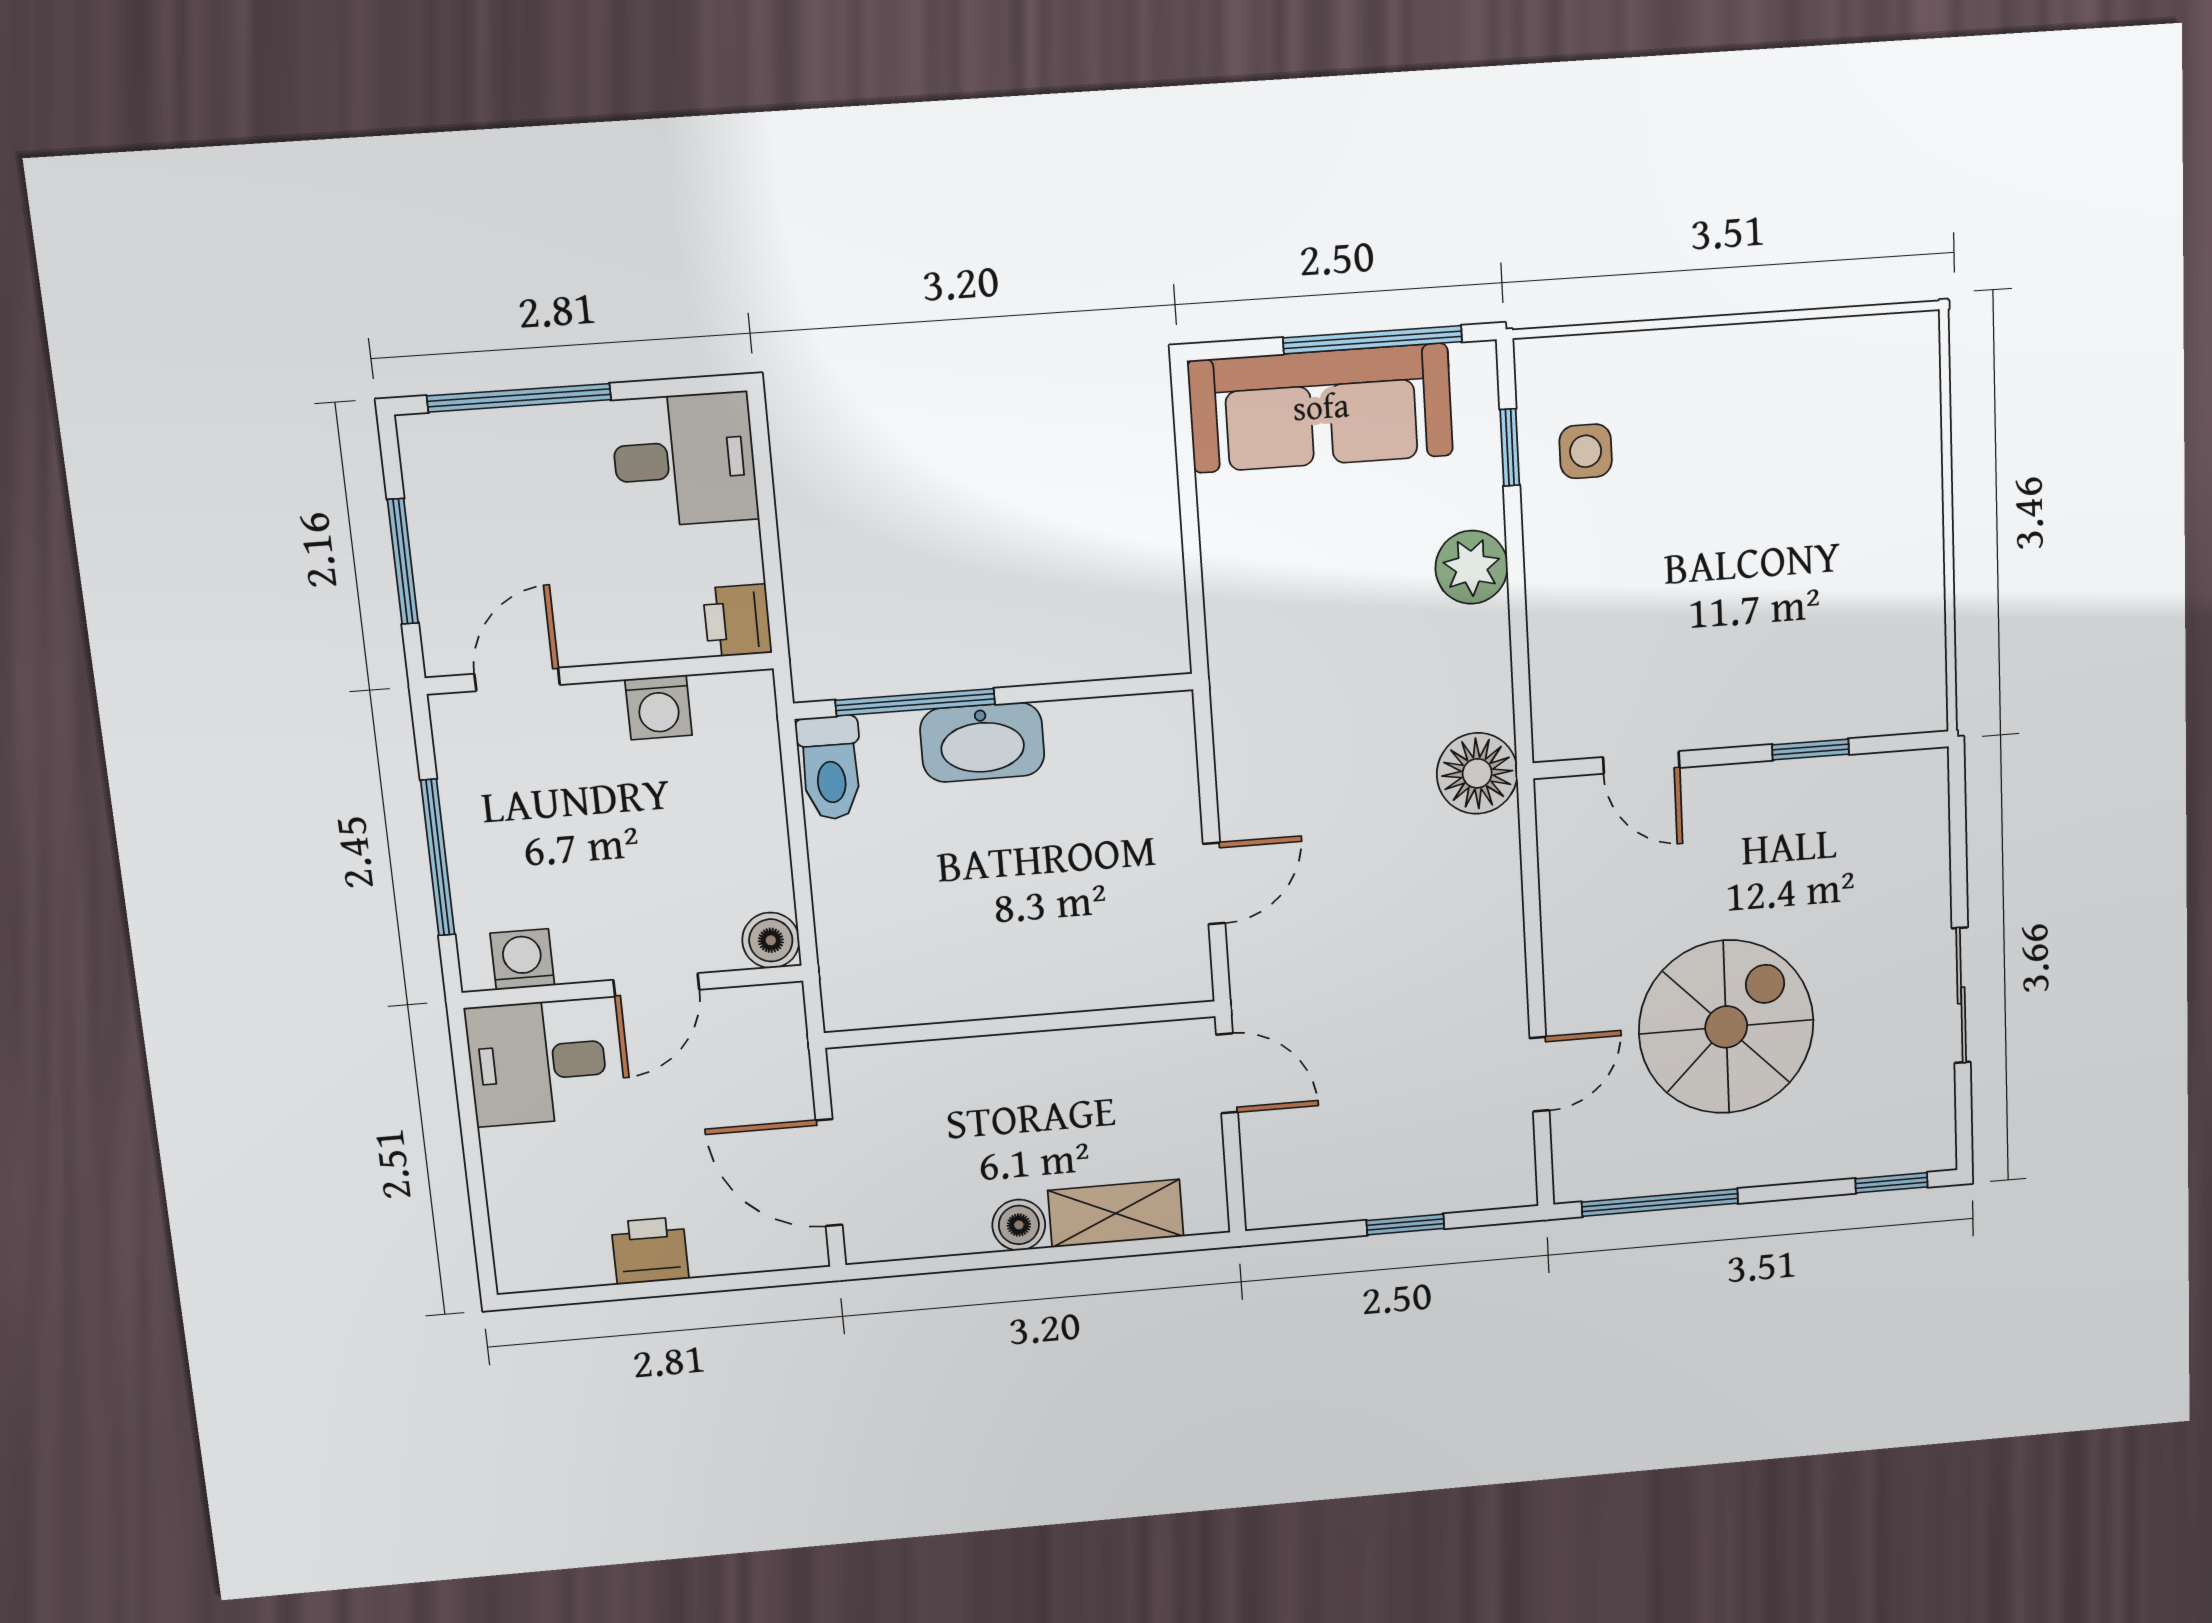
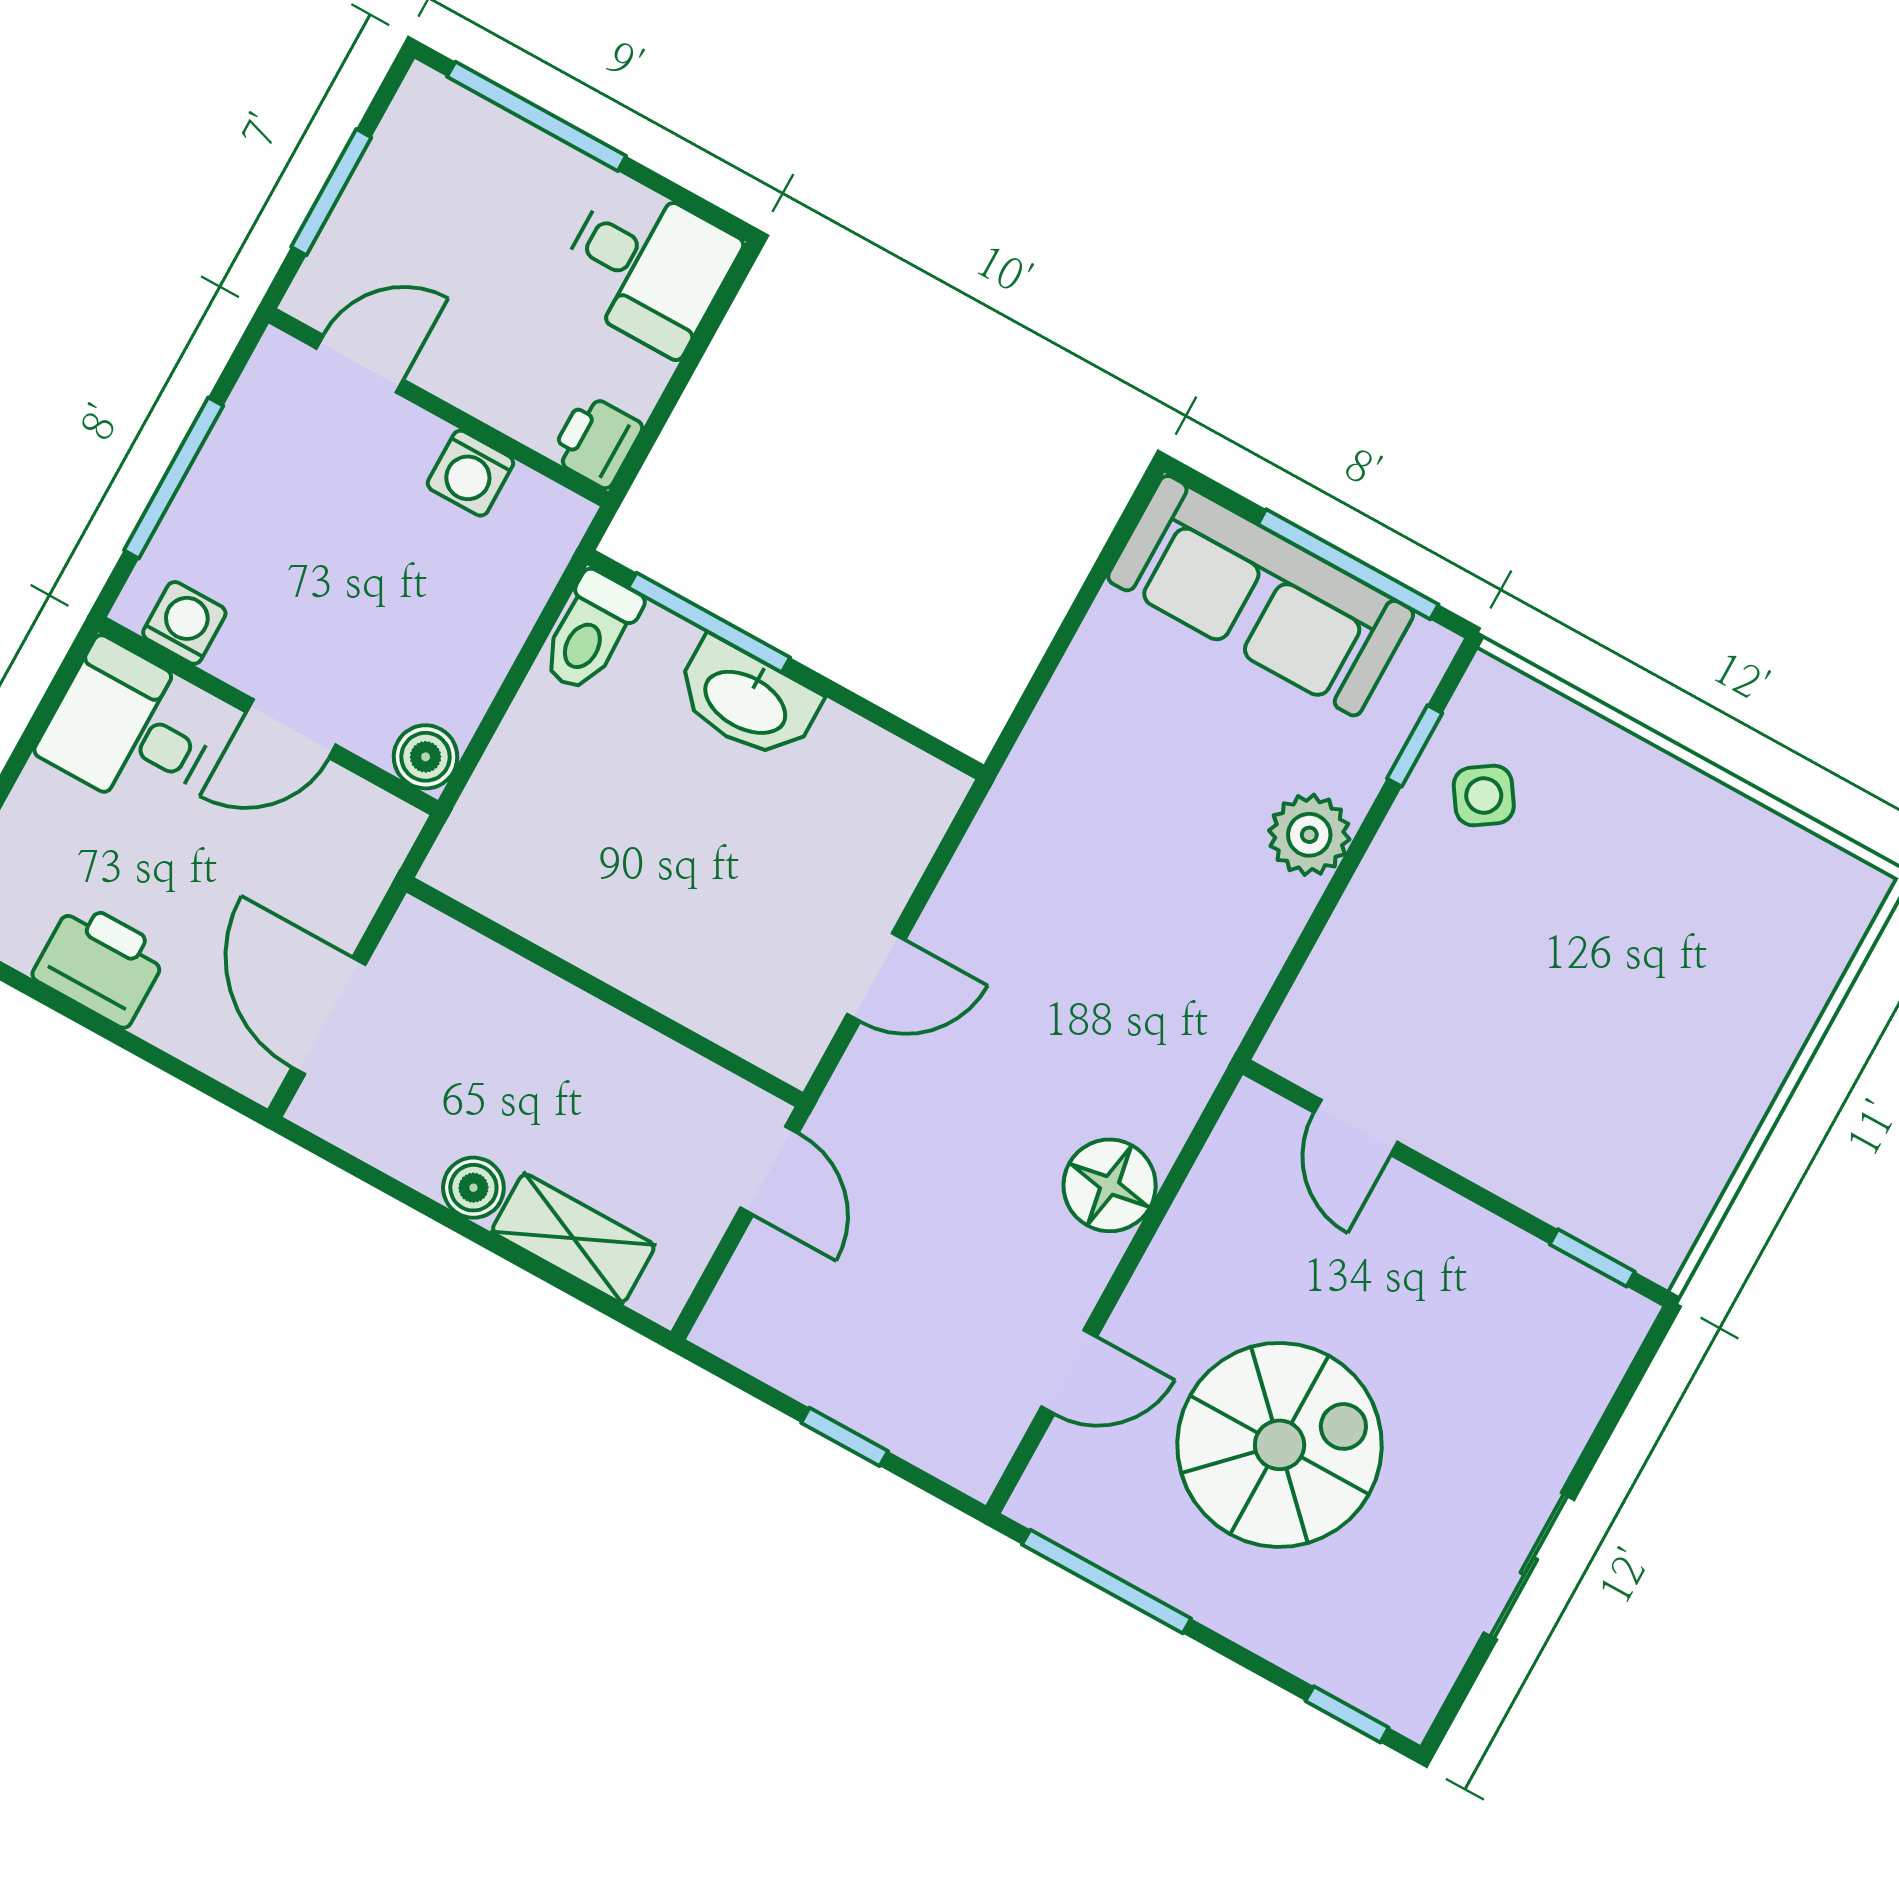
side table: (1586, 451) -> (1484, 796), turned -34
window: (1811, 749) -> (1592, 1258), moved
floor lamp: (1477, 773) -> (1110, 1185), moved
printer: (650, 1251) -> (100, 964), width x1.36, depth x1.24

